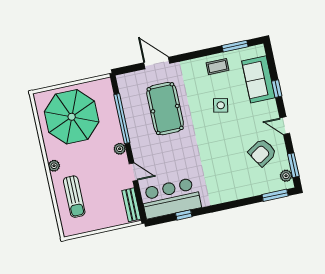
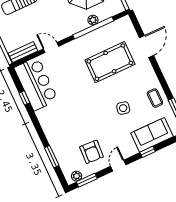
plant: (120, 149) -> (93, 20), moved
armchair: (262, 152) -> (92, 152), turned -145
door: (133, 172) -> (51, 48), swing flipped
window: (275, 195) -> (52, 157), moved

